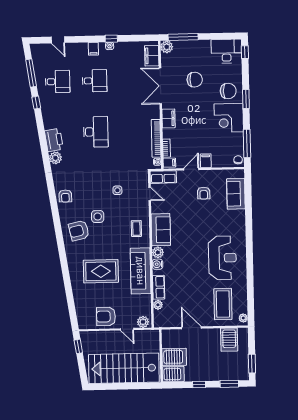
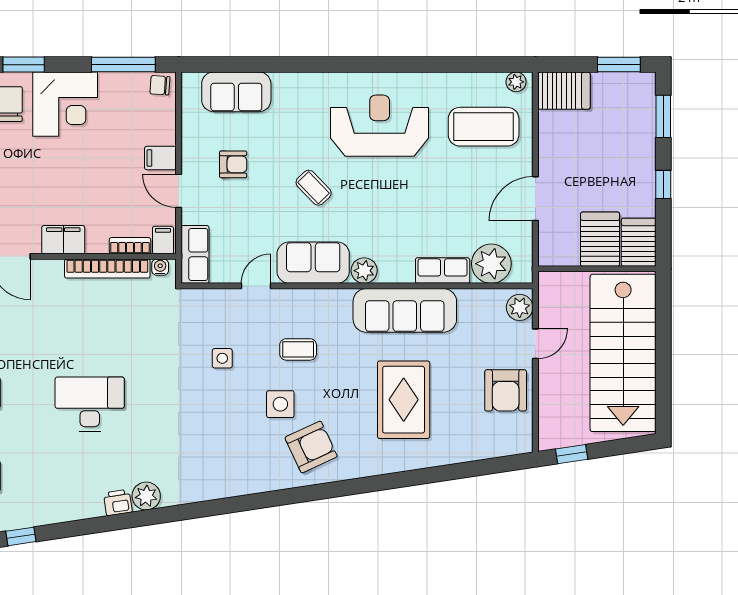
printer: (54, 140) -> (118, 503), width x0.53, depth x0.68
door: (150, 194) -> (256, 286), moved
armchair: (65, 196) -> (233, 476), removed
coffee table: (136, 229) -> (298, 349), moved
coffee table: (194, 229) -> (314, 188), added
armchair: (79, 231) -> (311, 447), turned -102
water cooler: (157, 264) -> (391, 272), removed
plant: (158, 305) -> (491, 264), width x1.88, depth x1.88
server rack: (229, 340) -> (564, 91), moved

